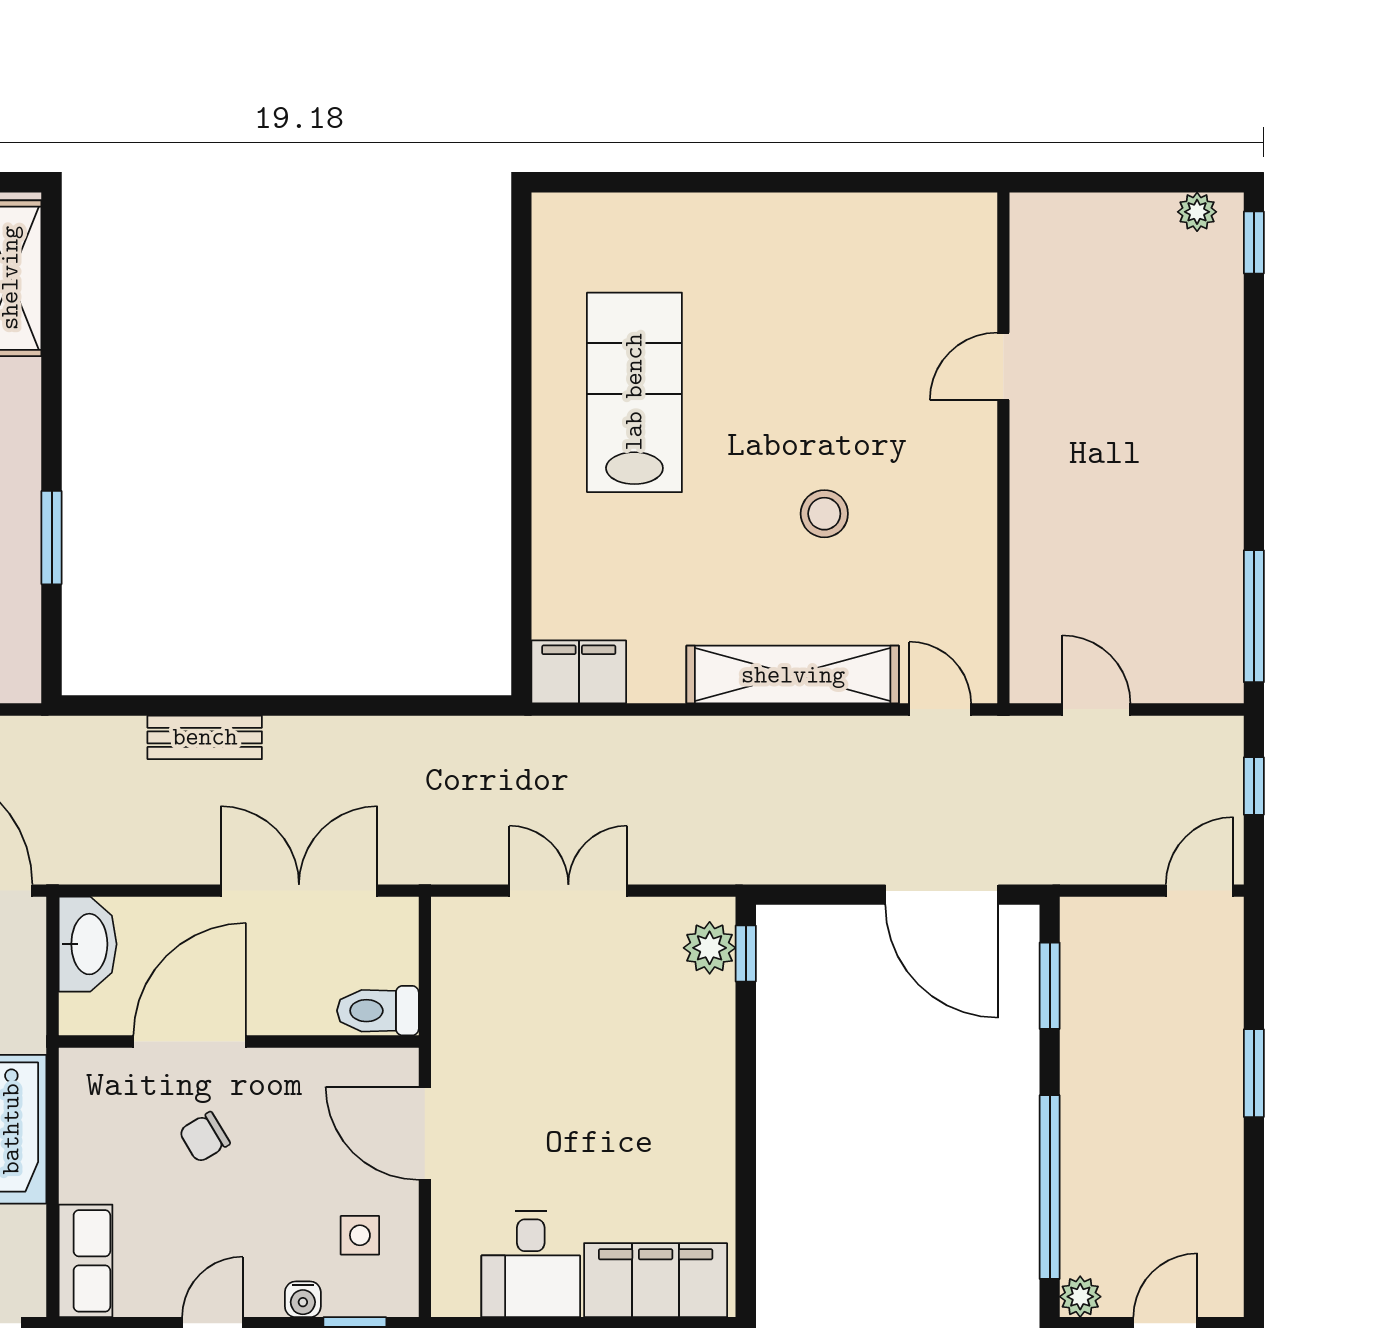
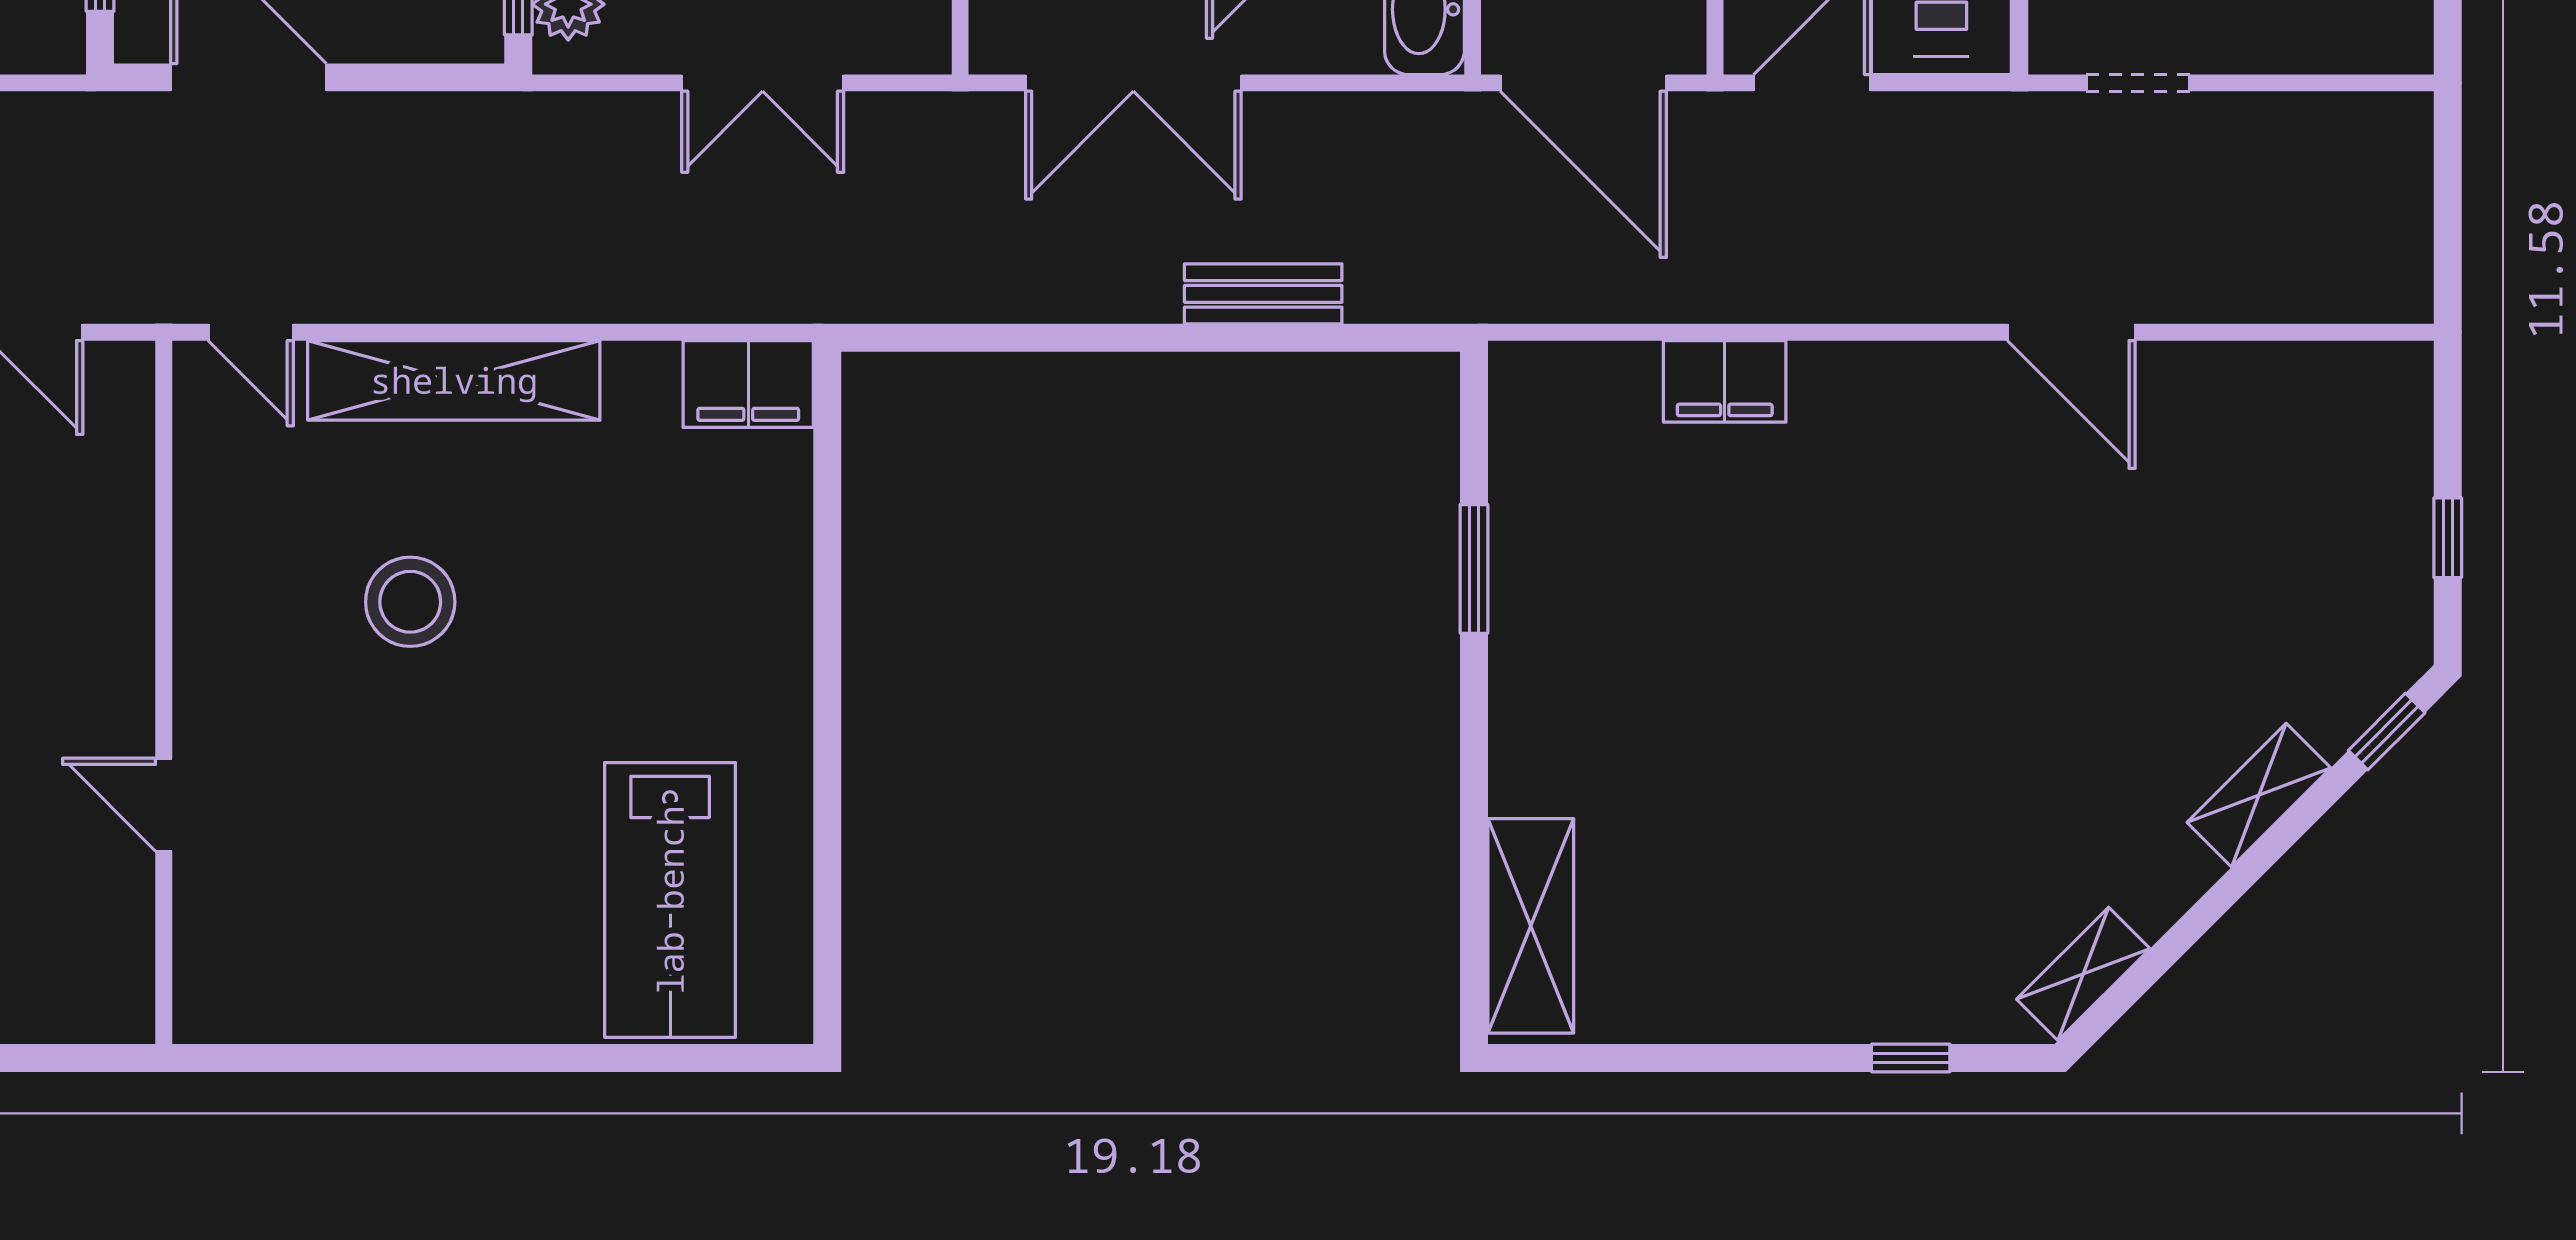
door: (1003, 366) -> (164, 805), swing flipped
lab bench: (634, 392) -> (670, 900), moved
stool: (824, 514) -> (410, 602), width x1.38, depth x1.38

